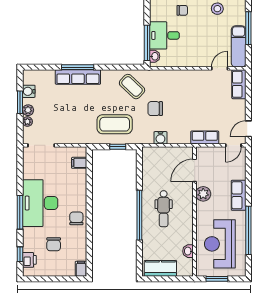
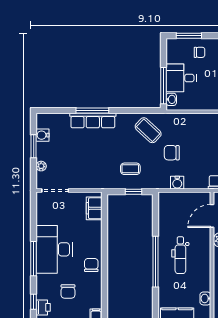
plant: (28, 110) -> (42, 154), removed
coffee table: (115, 124) -> (130, 169), width x0.54, depth x0.58
filing cabinet: (79, 163) -> (94, 208), width x2.00

